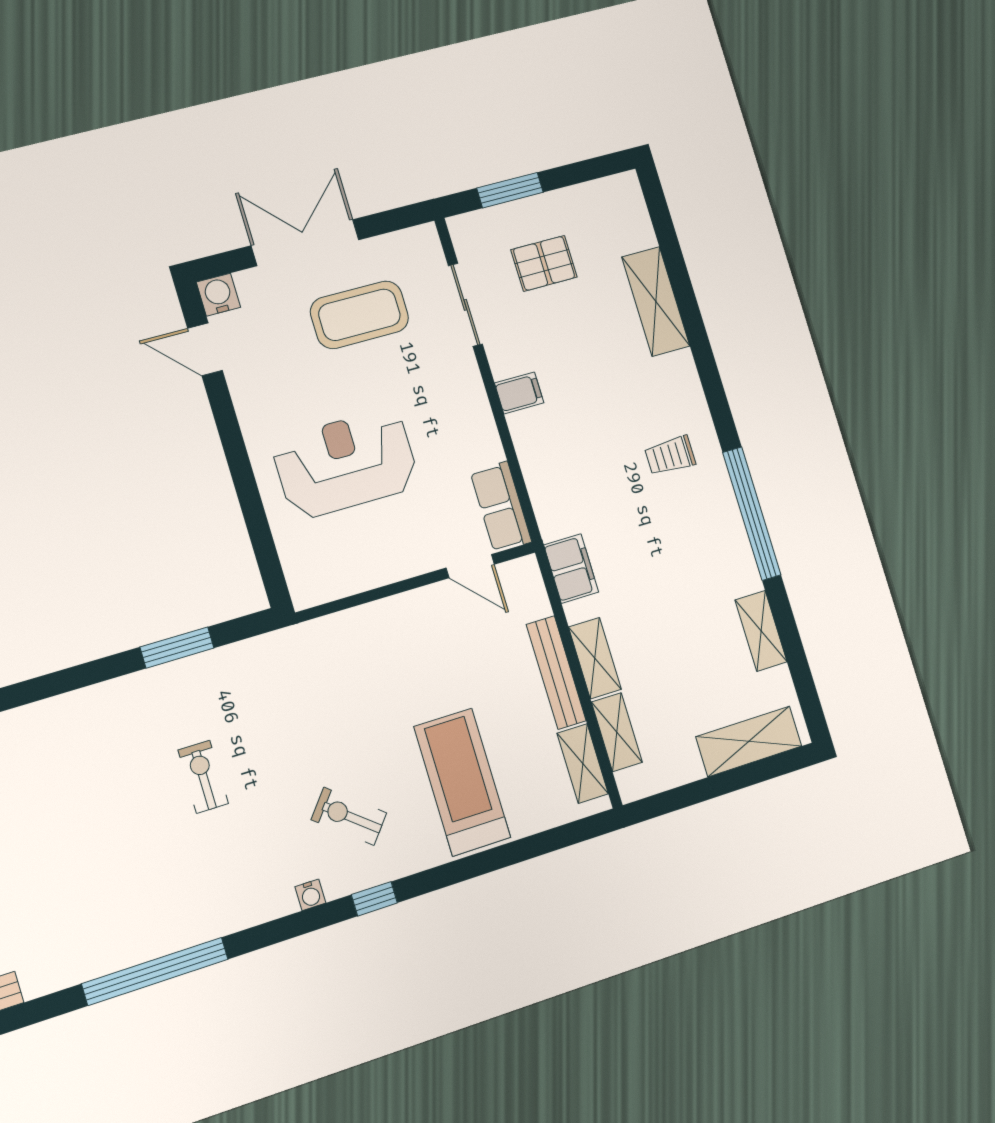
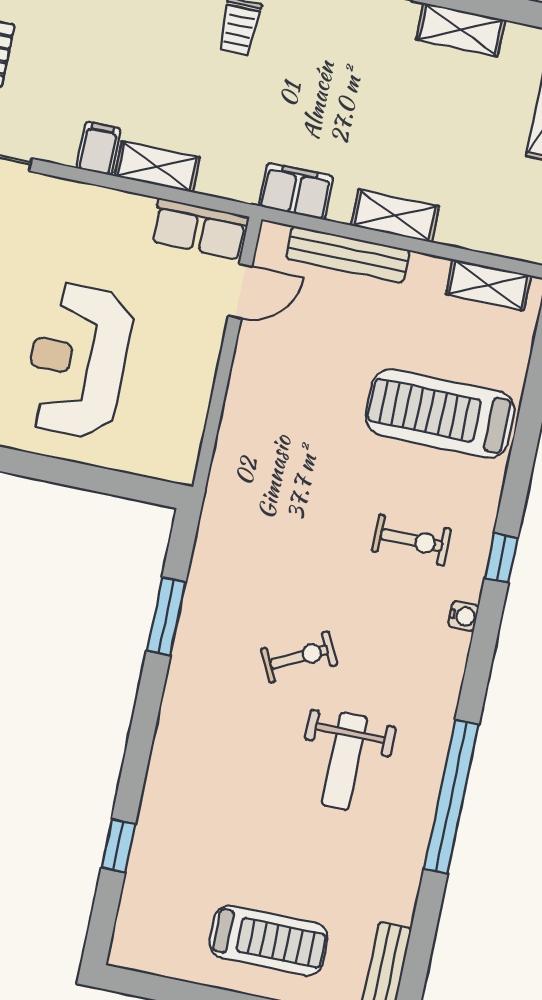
bench: (556, 673) -> (348, 254), moved
shelving: (617, 732) -> (157, 167), moved
exercise bike: (203, 777) -> (299, 657), turned 153
exercise bike: (349, 816) -> (411, 540), turned -129
weight bench: (136, 864) -> (344, 761), added

